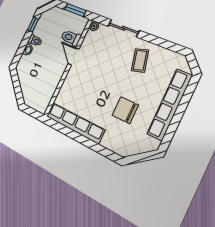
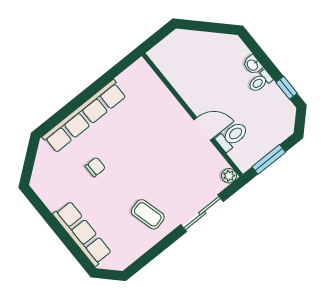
row of seats: (170, 105) -> (82, 234), width x0.73
chair: (125, 110) -> (95, 167), width x0.54, depth x0.54
row of seats: (75, 123) -> (84, 116), moved

